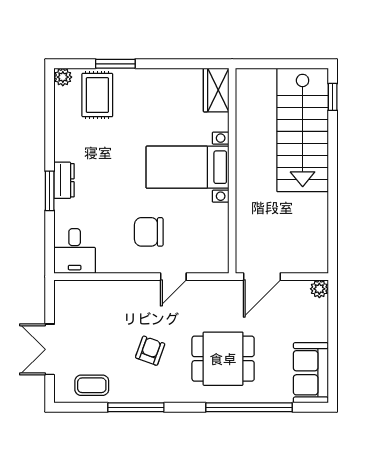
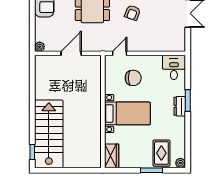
wardrobe: (216, 90) -> (112, 156), moved
bed with nightstands: (187, 167) -> (127, 113), moved
wall: (232, 171) -> (103, 112), moved

